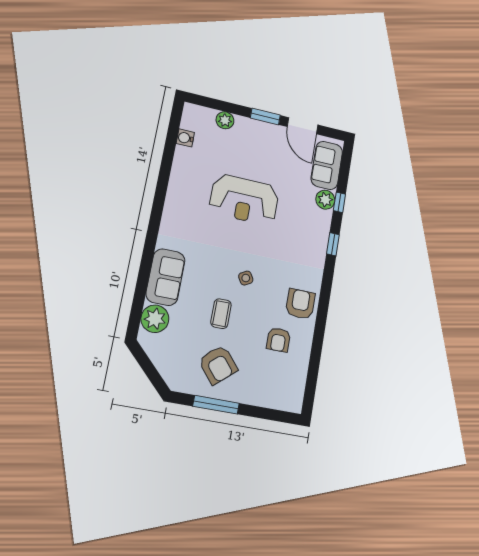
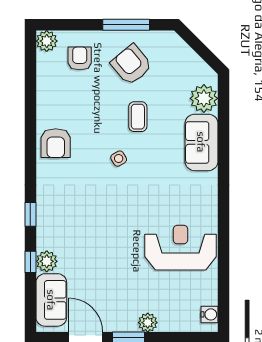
plant: (225, 120) -> (148, 323), moved
water cooler: (185, 138) -> (209, 314), moved
reception desk: (244, 200) -> (181, 248), moved
armchair: (278, 340) -> (80, 58), moved
plant: (293, 402) -> (47, 41), added

